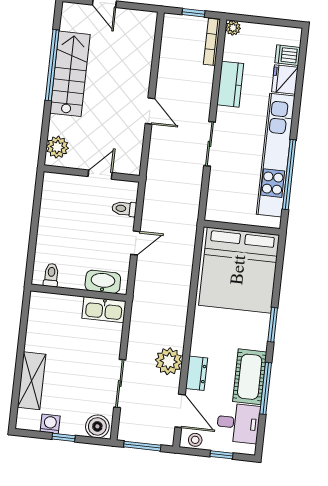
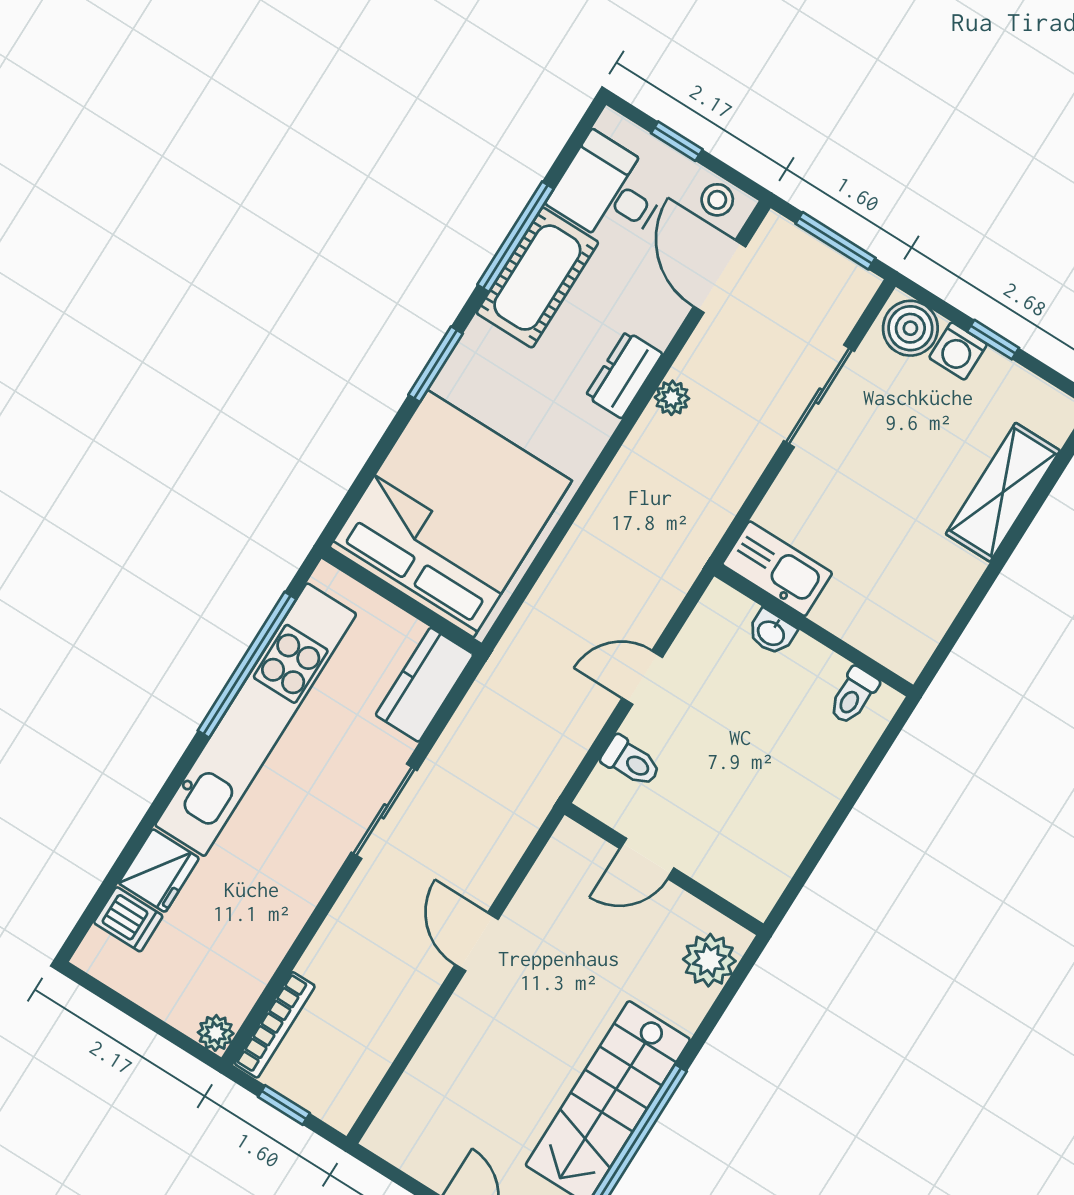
kitchen counter: (230, 84) -> (425, 685), moved
washbasin: (103, 282) -> (771, 632), width x0.52, depth x0.69
plant: (169, 361) -> (672, 398), width x0.53, depth x0.53
dresser: (197, 373) -> (624, 375), moved
washing machine: (50, 424) -> (958, 351), moved

